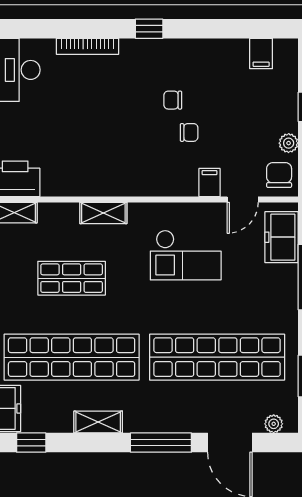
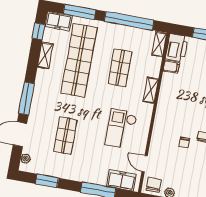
chair: (279, 175) -> (154, 185), turned -90
filing cabinet: (209, 182) -> (171, 67), moved
shop shelf: (217, 357) -> (65, 136), width x0.50, depth x0.74
shelving: (98, 422) -> (45, 55), moved

